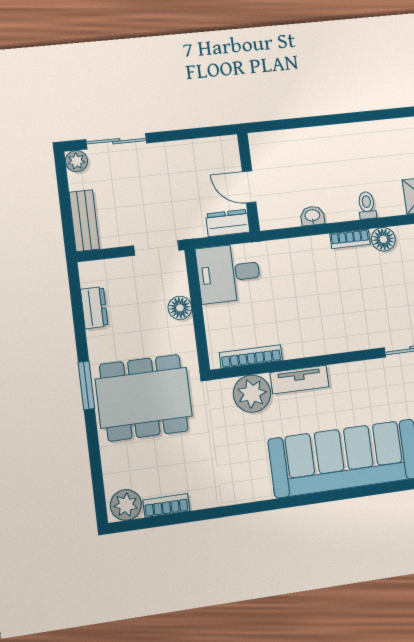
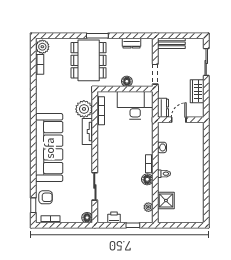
wardrobe: (183, 154) -> (197, 91), added
plant: (76, 161) -> (199, 43), removed
desk: (229, 273) -> (135, 105), width x1.37

